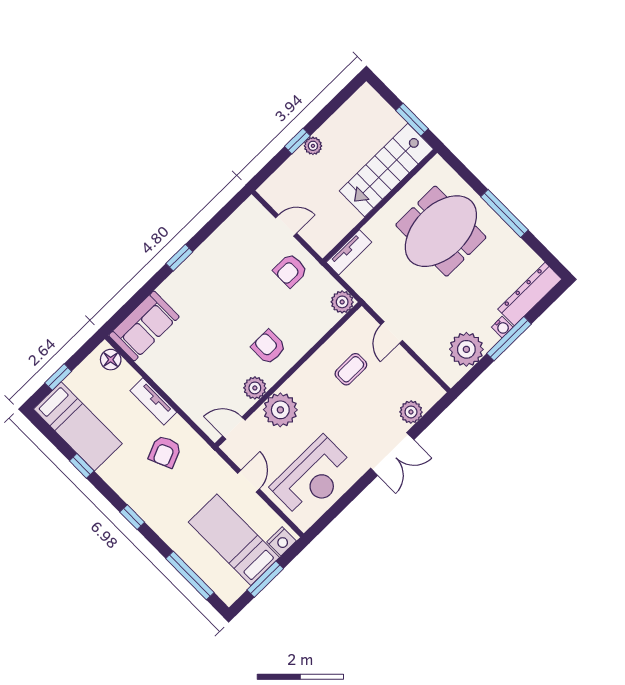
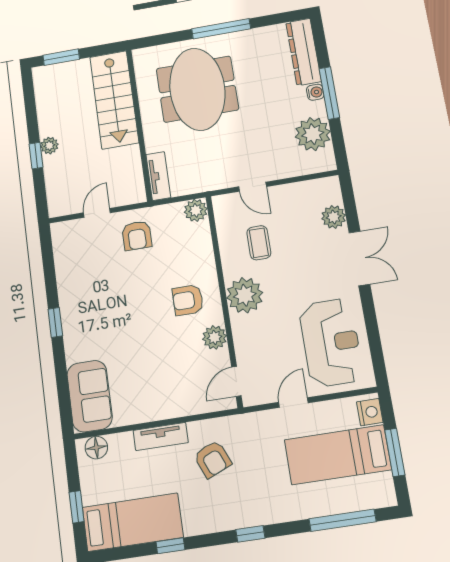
window: (412, 120) -> (61, 57), moved
plant: (280, 410) -> (245, 295), moved
door: (249, 481) -> (293, 403), hinge flipped

